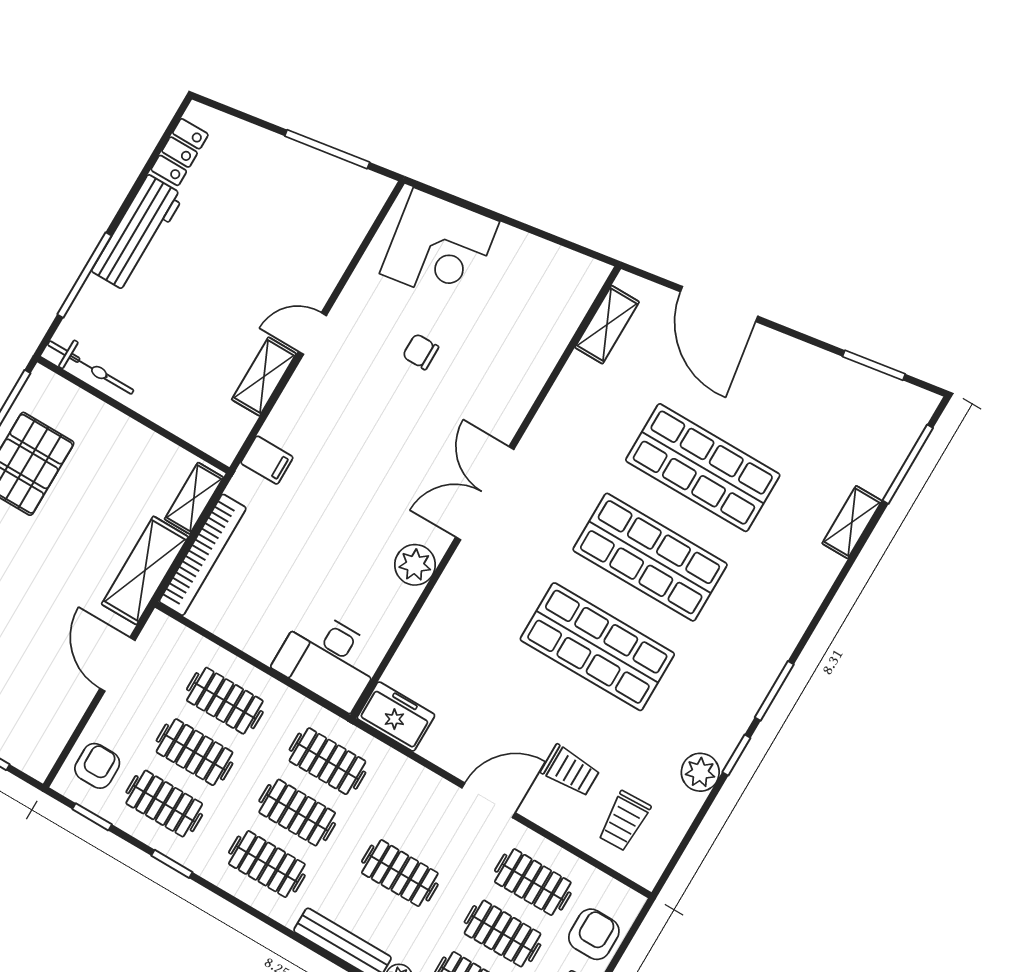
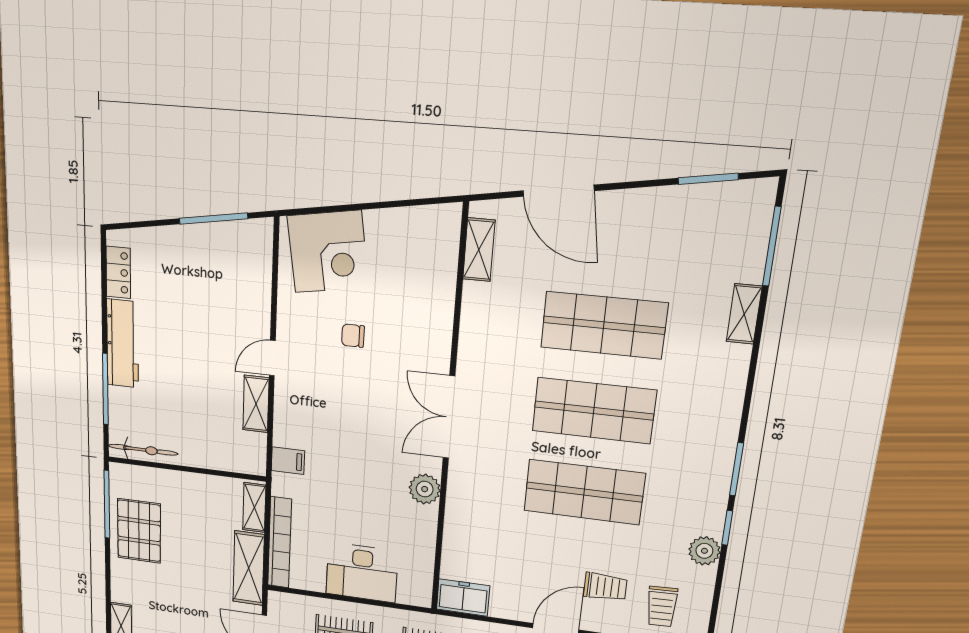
desk: (329, 659) -> (362, 573), moved

